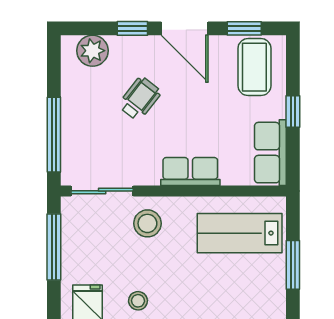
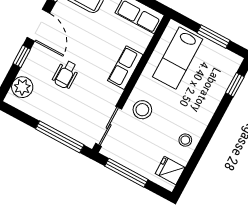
door: (185, 28) -> (38, 25), hinge flipped
wheelchair: (140, 99) -> (66, 74), turned -128

